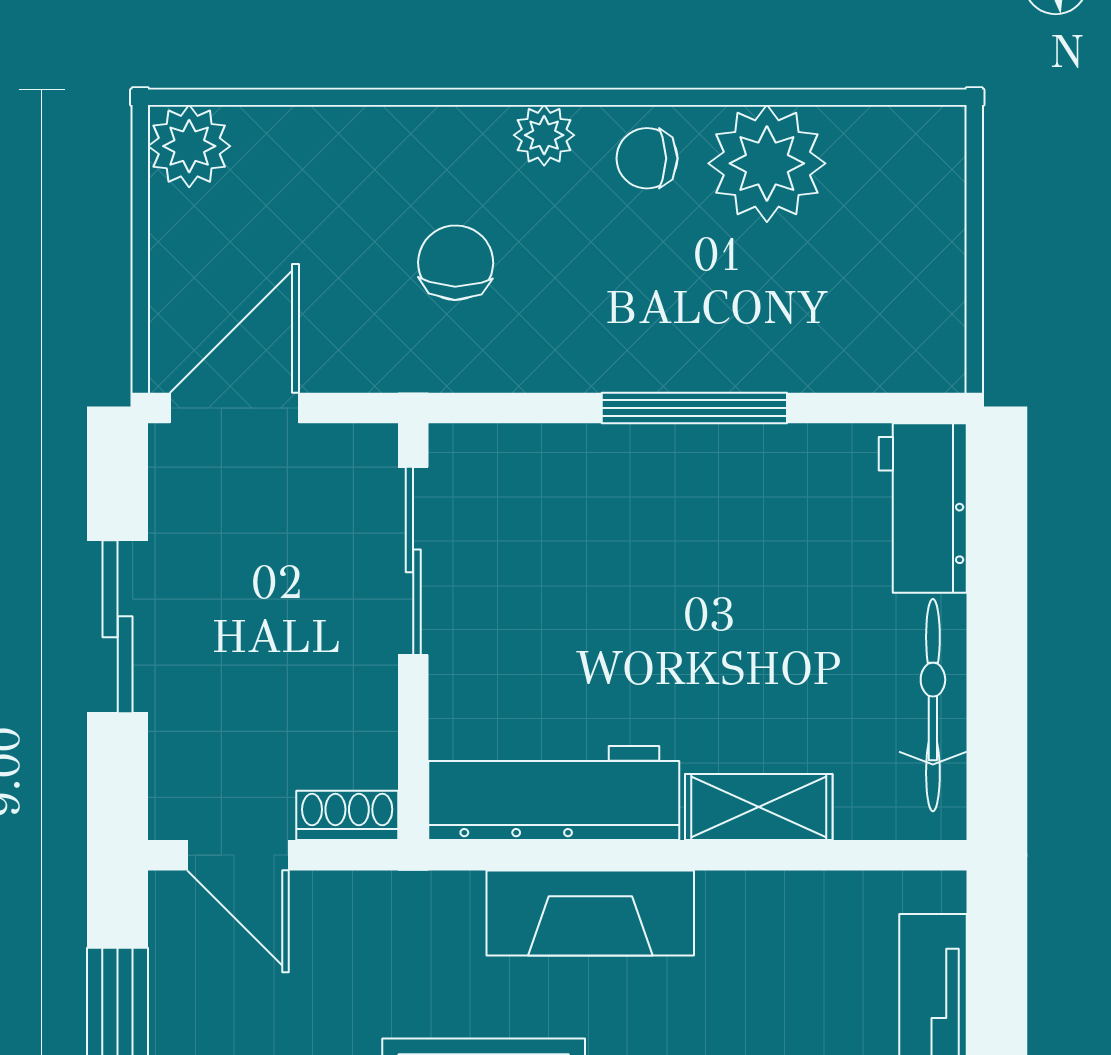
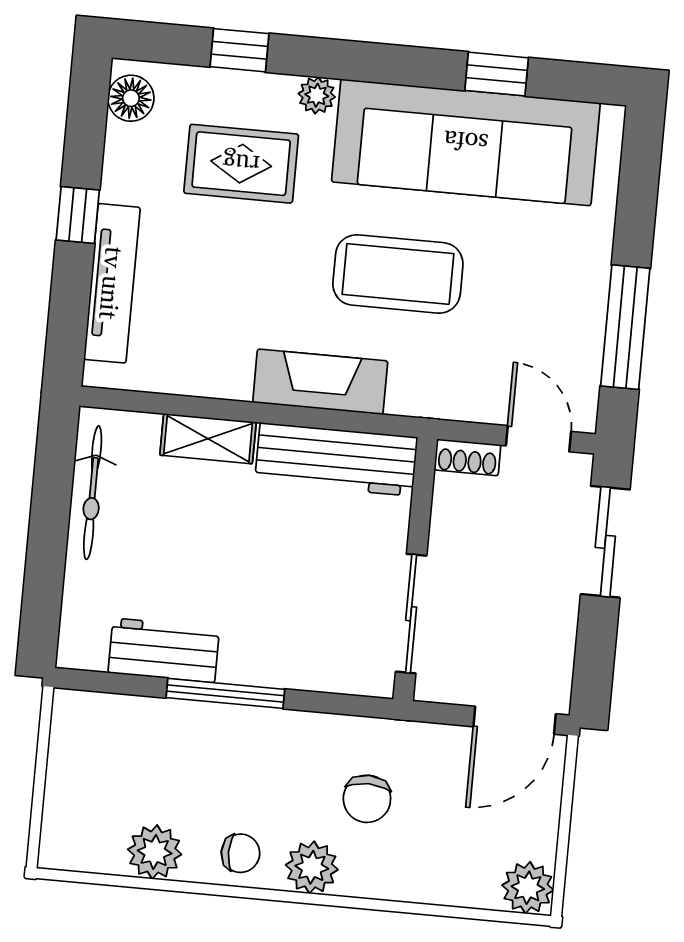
plant: (544, 135) -> (312, 867), width x1.38, depth x1.38
plant: (767, 163) -> (155, 852), width x0.73, depth x0.73
workbench: (923, 508) -> (164, 650), moved, turned -90
sliding door: (118, 627) -> (605, 542), moved

